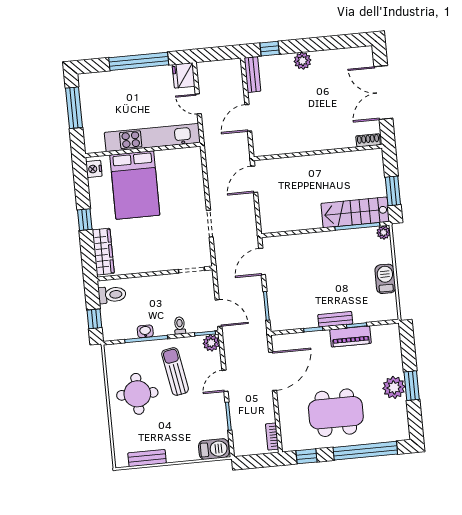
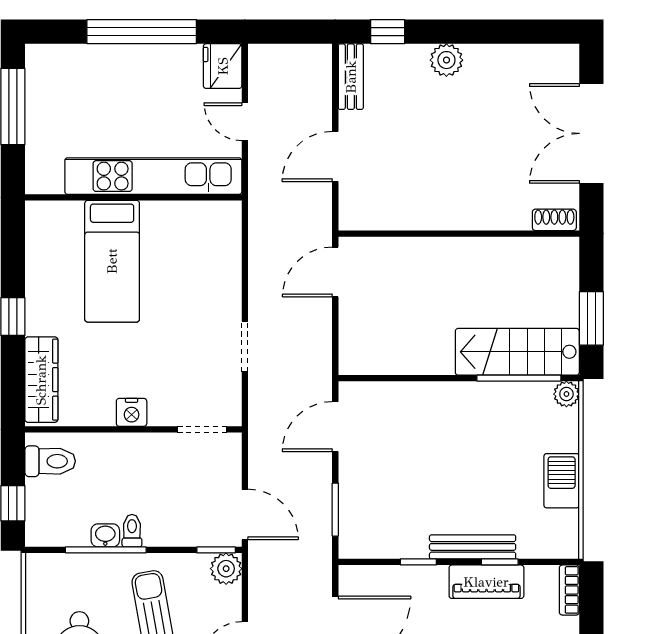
nightstand: (94, 169) -> (132, 412), moved, turned -90
bed: (135, 185) -> (112, 261), width x0.67
bench: (335, 319) -> (473, 547), width x1.36
toilet: (180, 325) -> (132, 531), moved
bookcase: (395, 337) -> (569, 590), added

